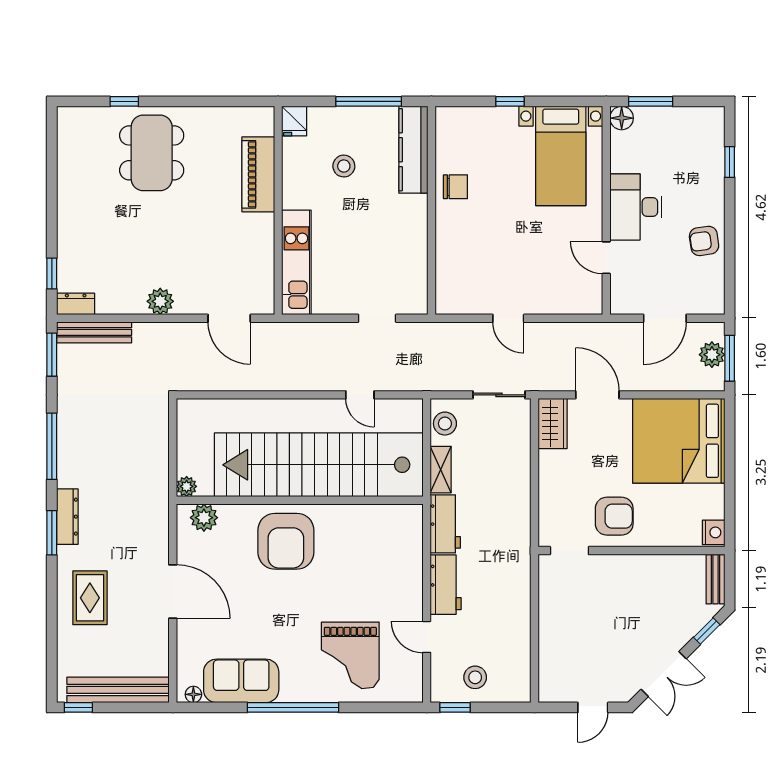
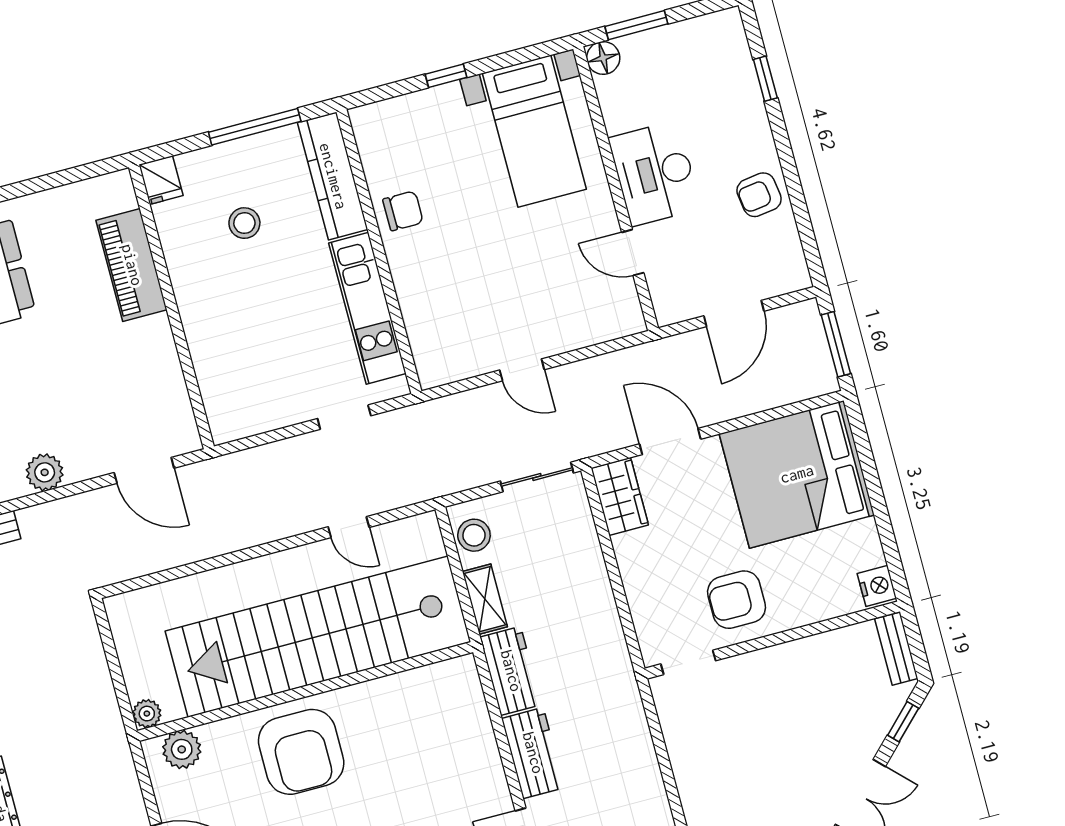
kitchen unit: (296, 262) -> (367, 308), moved, turned 180
plant: (712, 355) -> (811, 346), removed
armchair: (614, 516) -> (737, 600), turned 180

